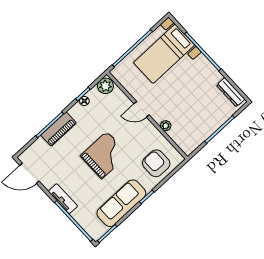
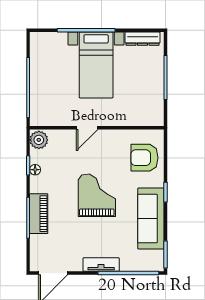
bed with nightstands: (164, 54) -> (96, 65), moved
plant: (166, 126) -> (120, 120), removed

